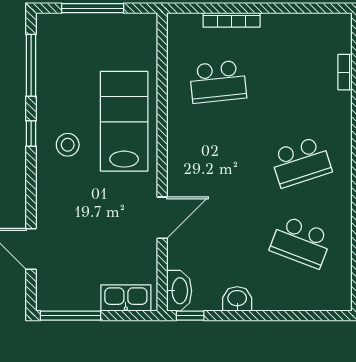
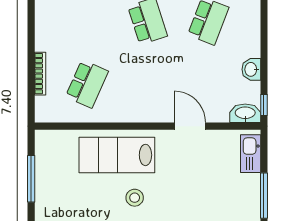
school desk: (218, 82) -> (87, 84), turned 30

